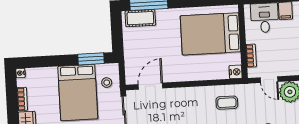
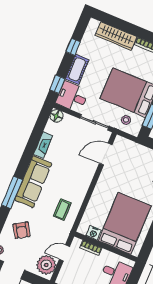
nightstand: (236, 72) -> (94, 233), moved
door: (150, 86) -> (106, 154), swing flipped

